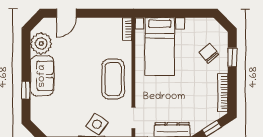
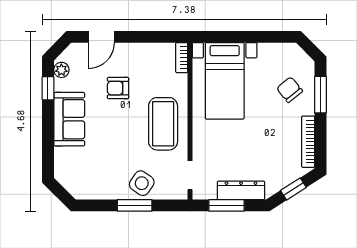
plant: (41, 43) -> (61, 70), width x0.53, depth x0.53
armchair: (79, 52) -> (118, 88), added
window: (232, 57) -> (321, 95), width x1.50
window: (26, 90) -> (48, 88), moved

